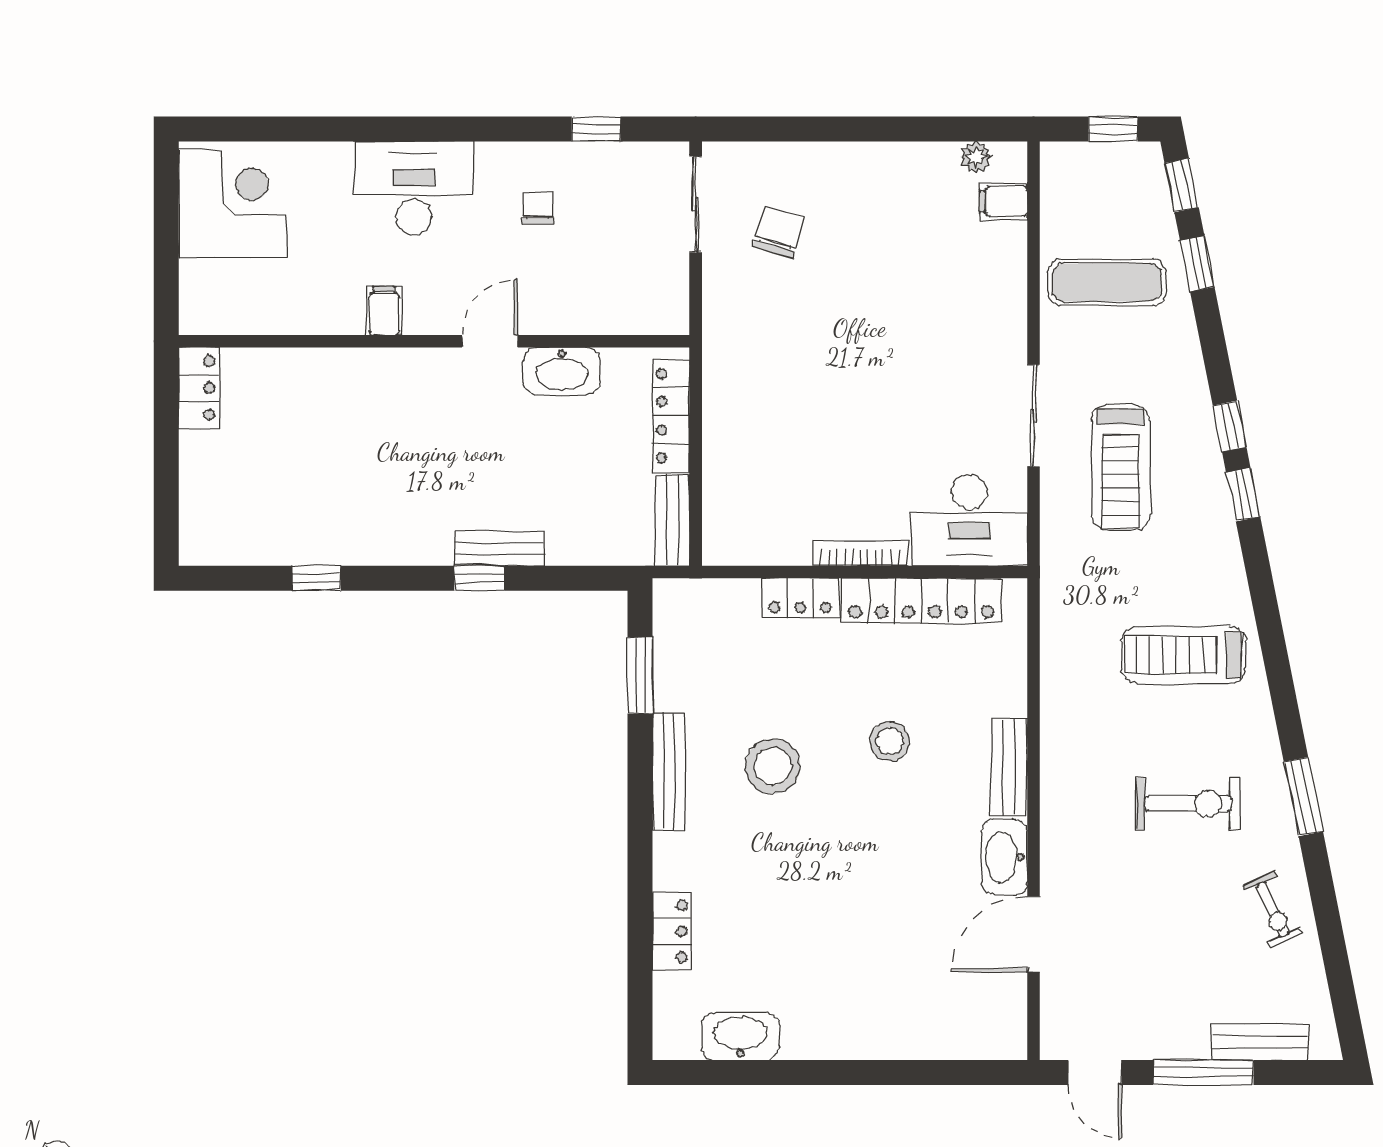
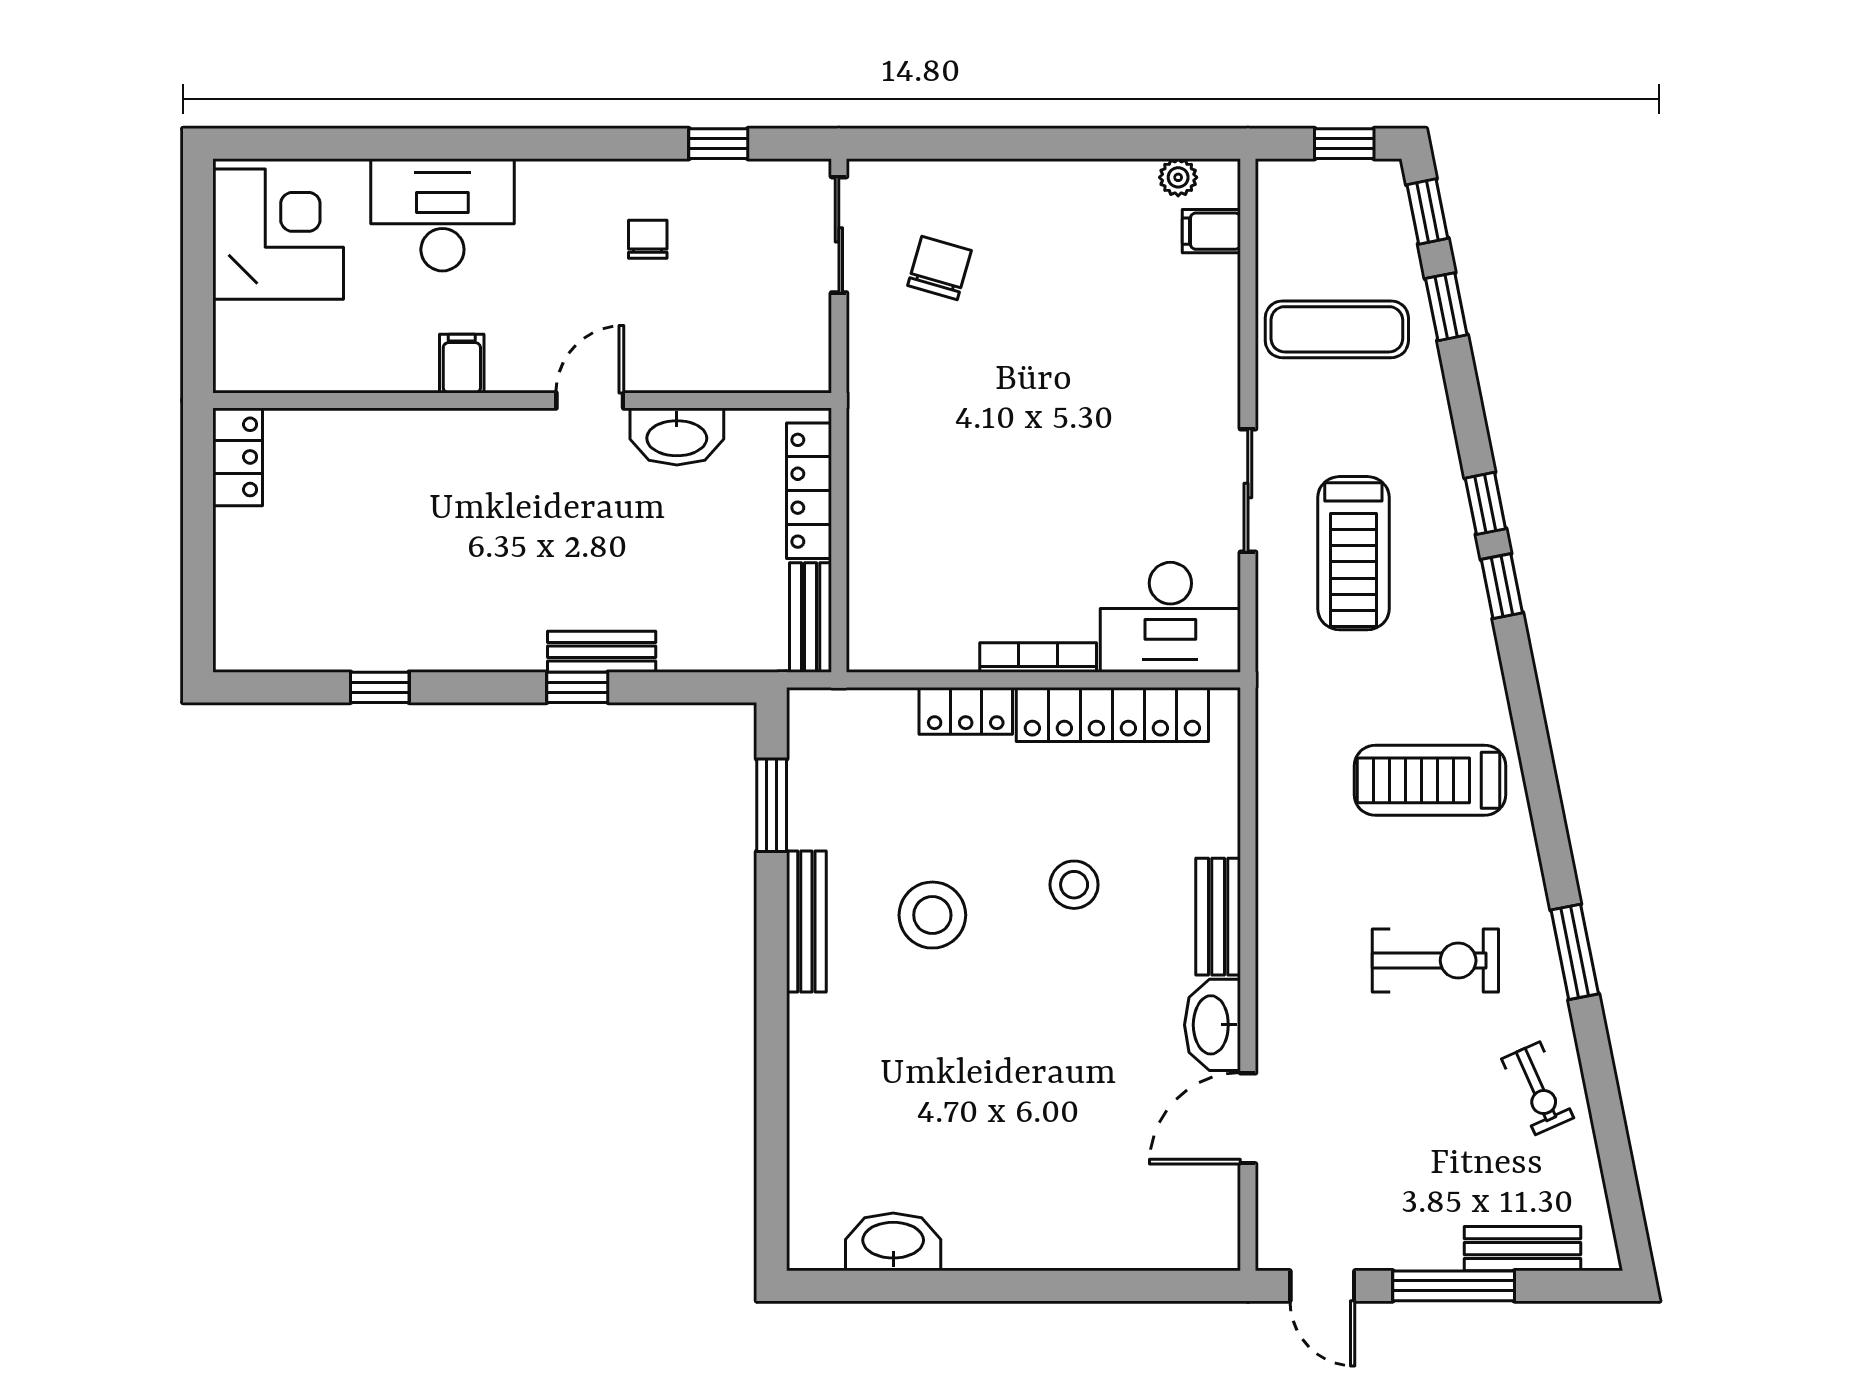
desk: (414, 188) -> (442, 215), moved
locker: (672, 931) -> (810, 1115), removed

